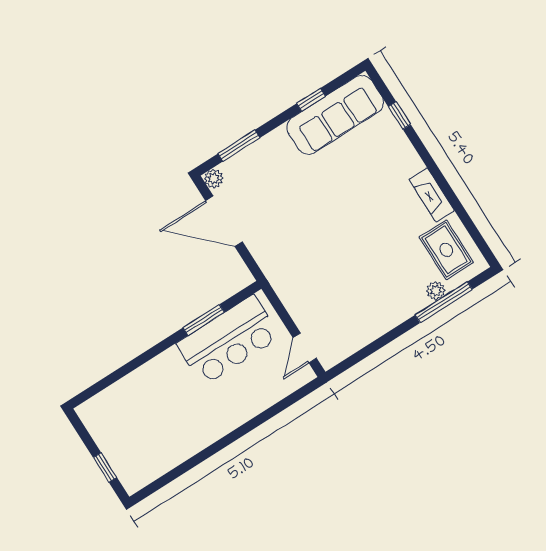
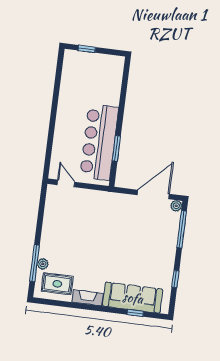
sofa: (335, 115) -> (133, 298), moved, turned 90
window: (239, 146) -> (182, 229), width x1.44
bar counter: (228, 340) -> (99, 142), width x1.36

